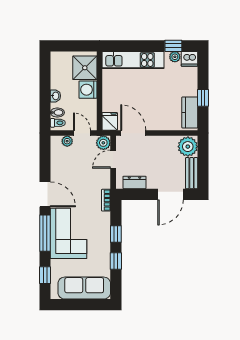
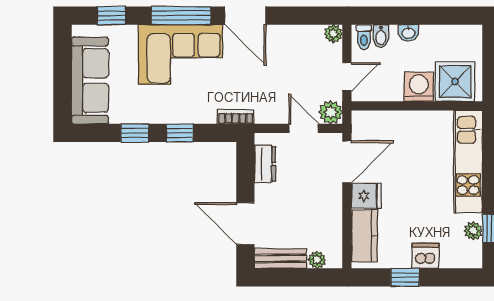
dishwasher: (190, 59) -> (425, 256), moved, turned 90
kitchen counter: (190, 112) -> (364, 236), moved, turned 90
fridge: (110, 121) -> (366, 196), moved
plant: (67, 141) -> (333, 34), moved
plant: (188, 147) -> (317, 260), width x0.53, depth x0.53
door: (45, 194) -> (245, 16), hinge flipped

